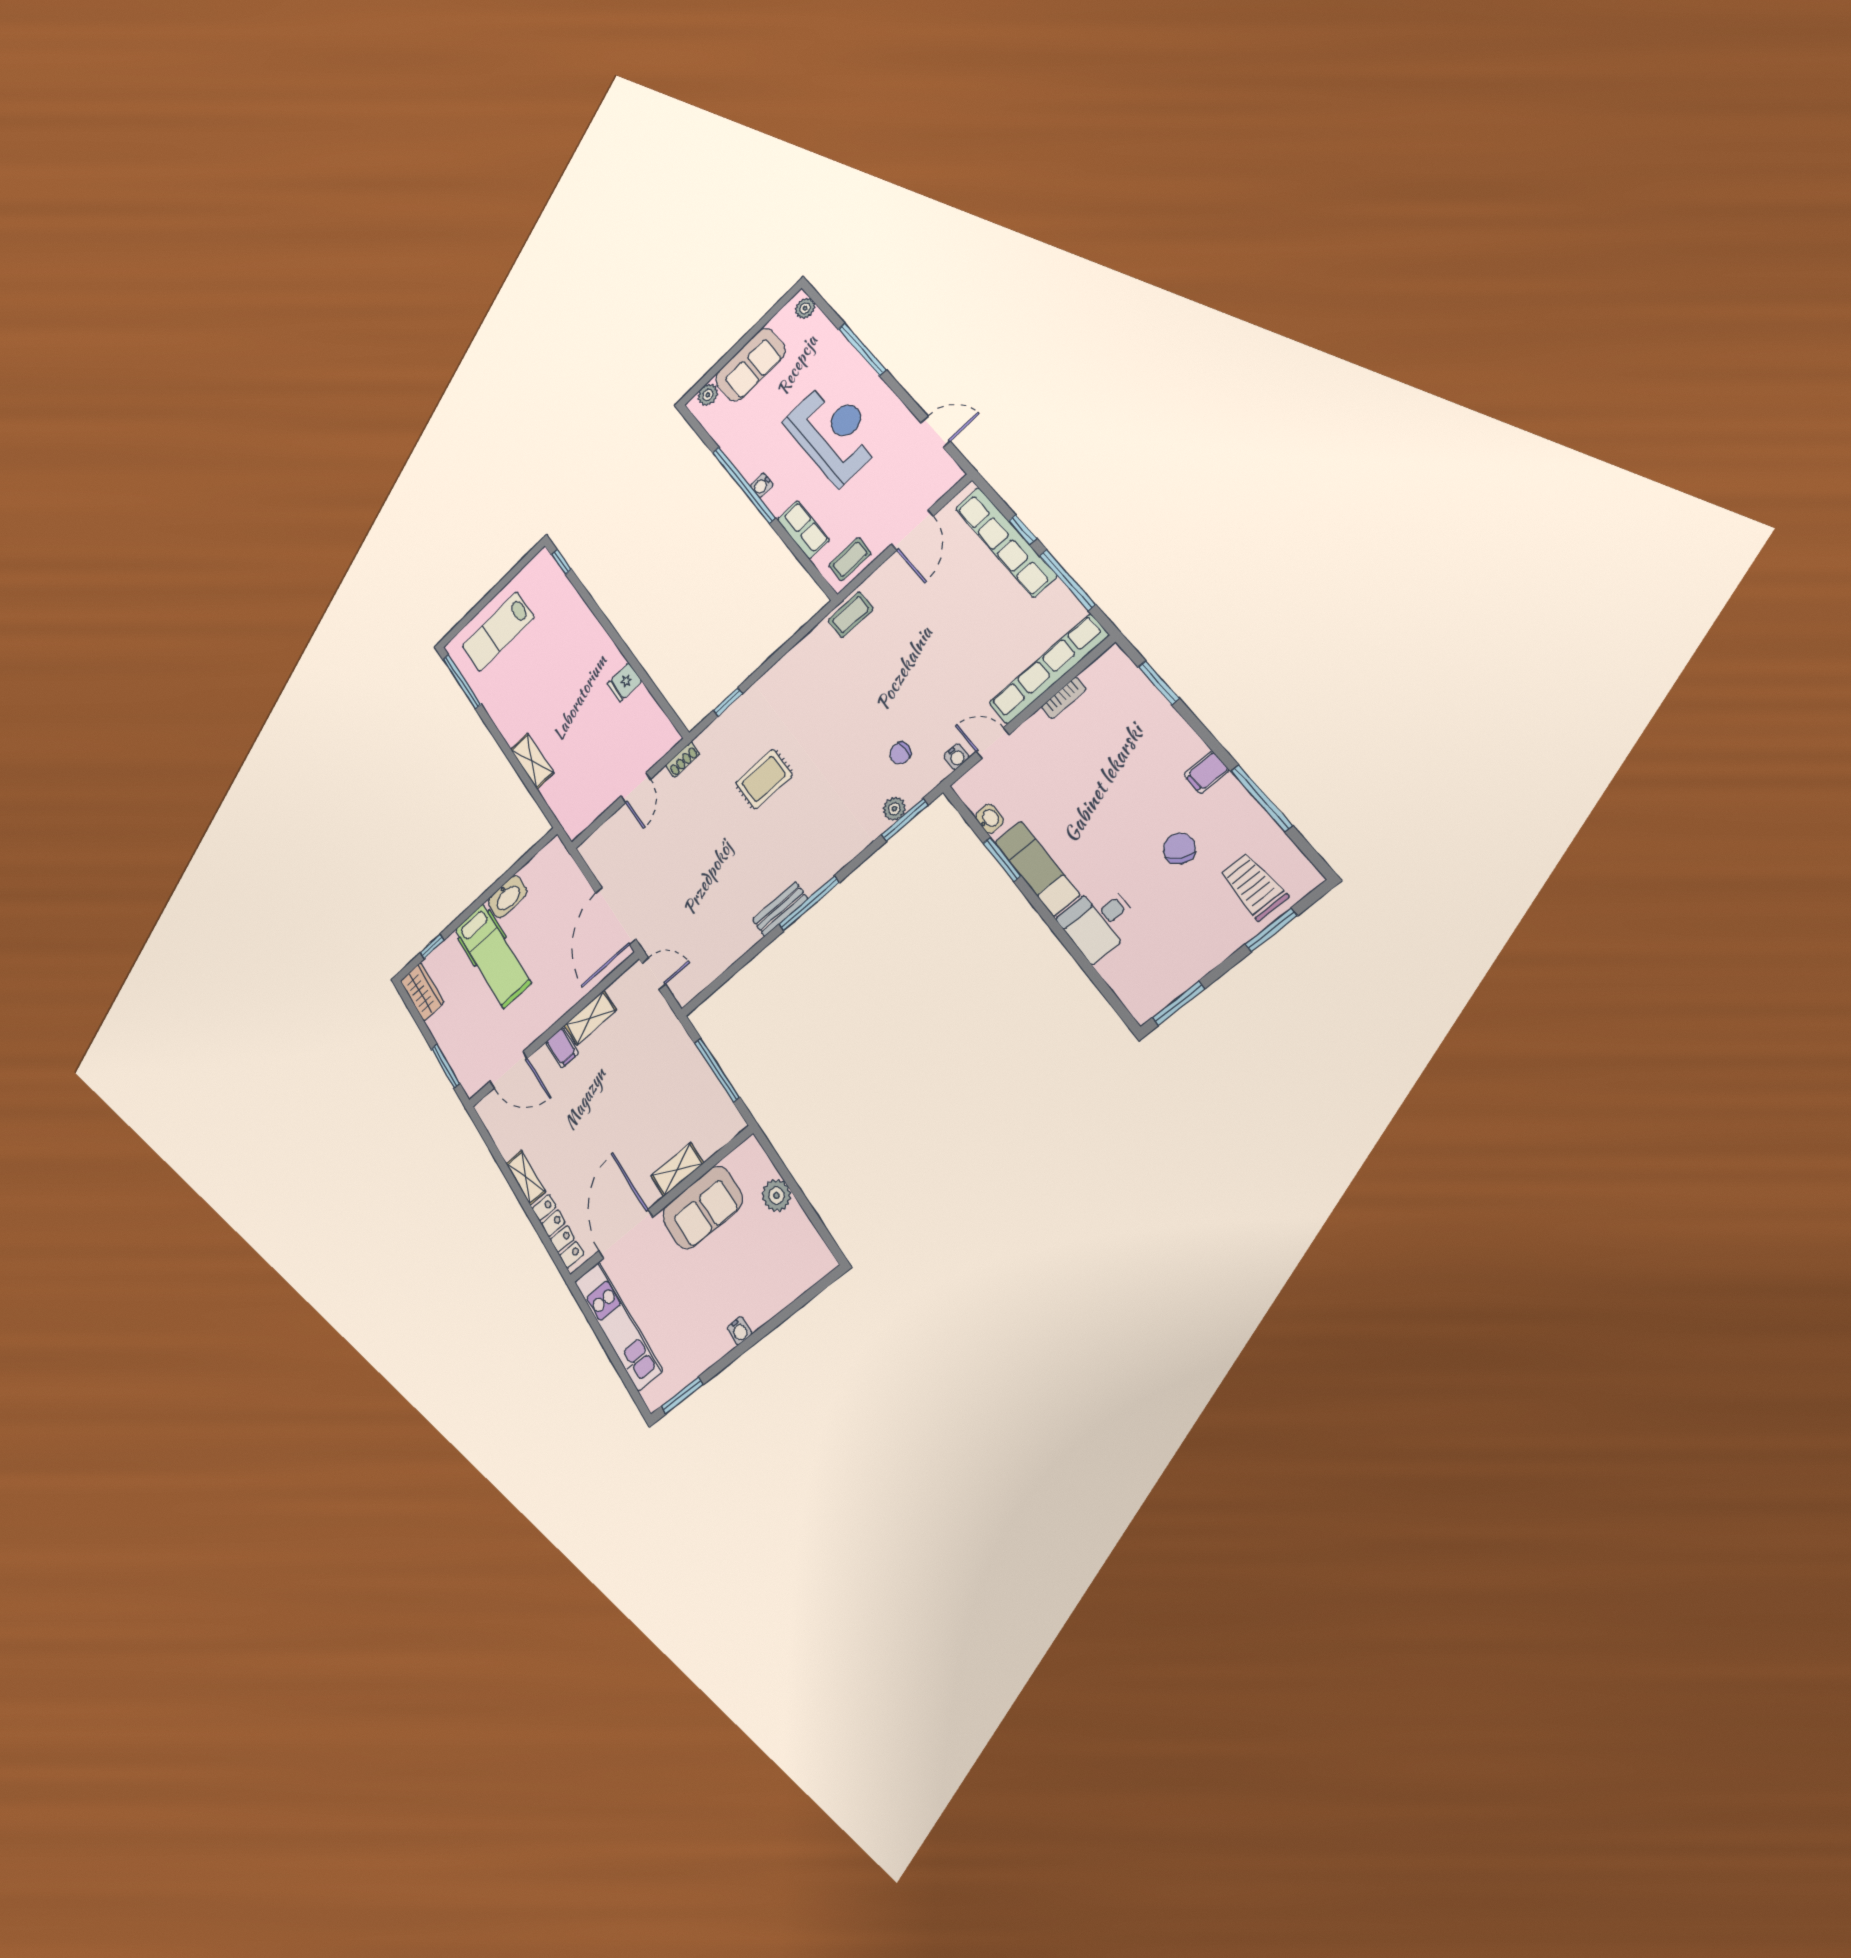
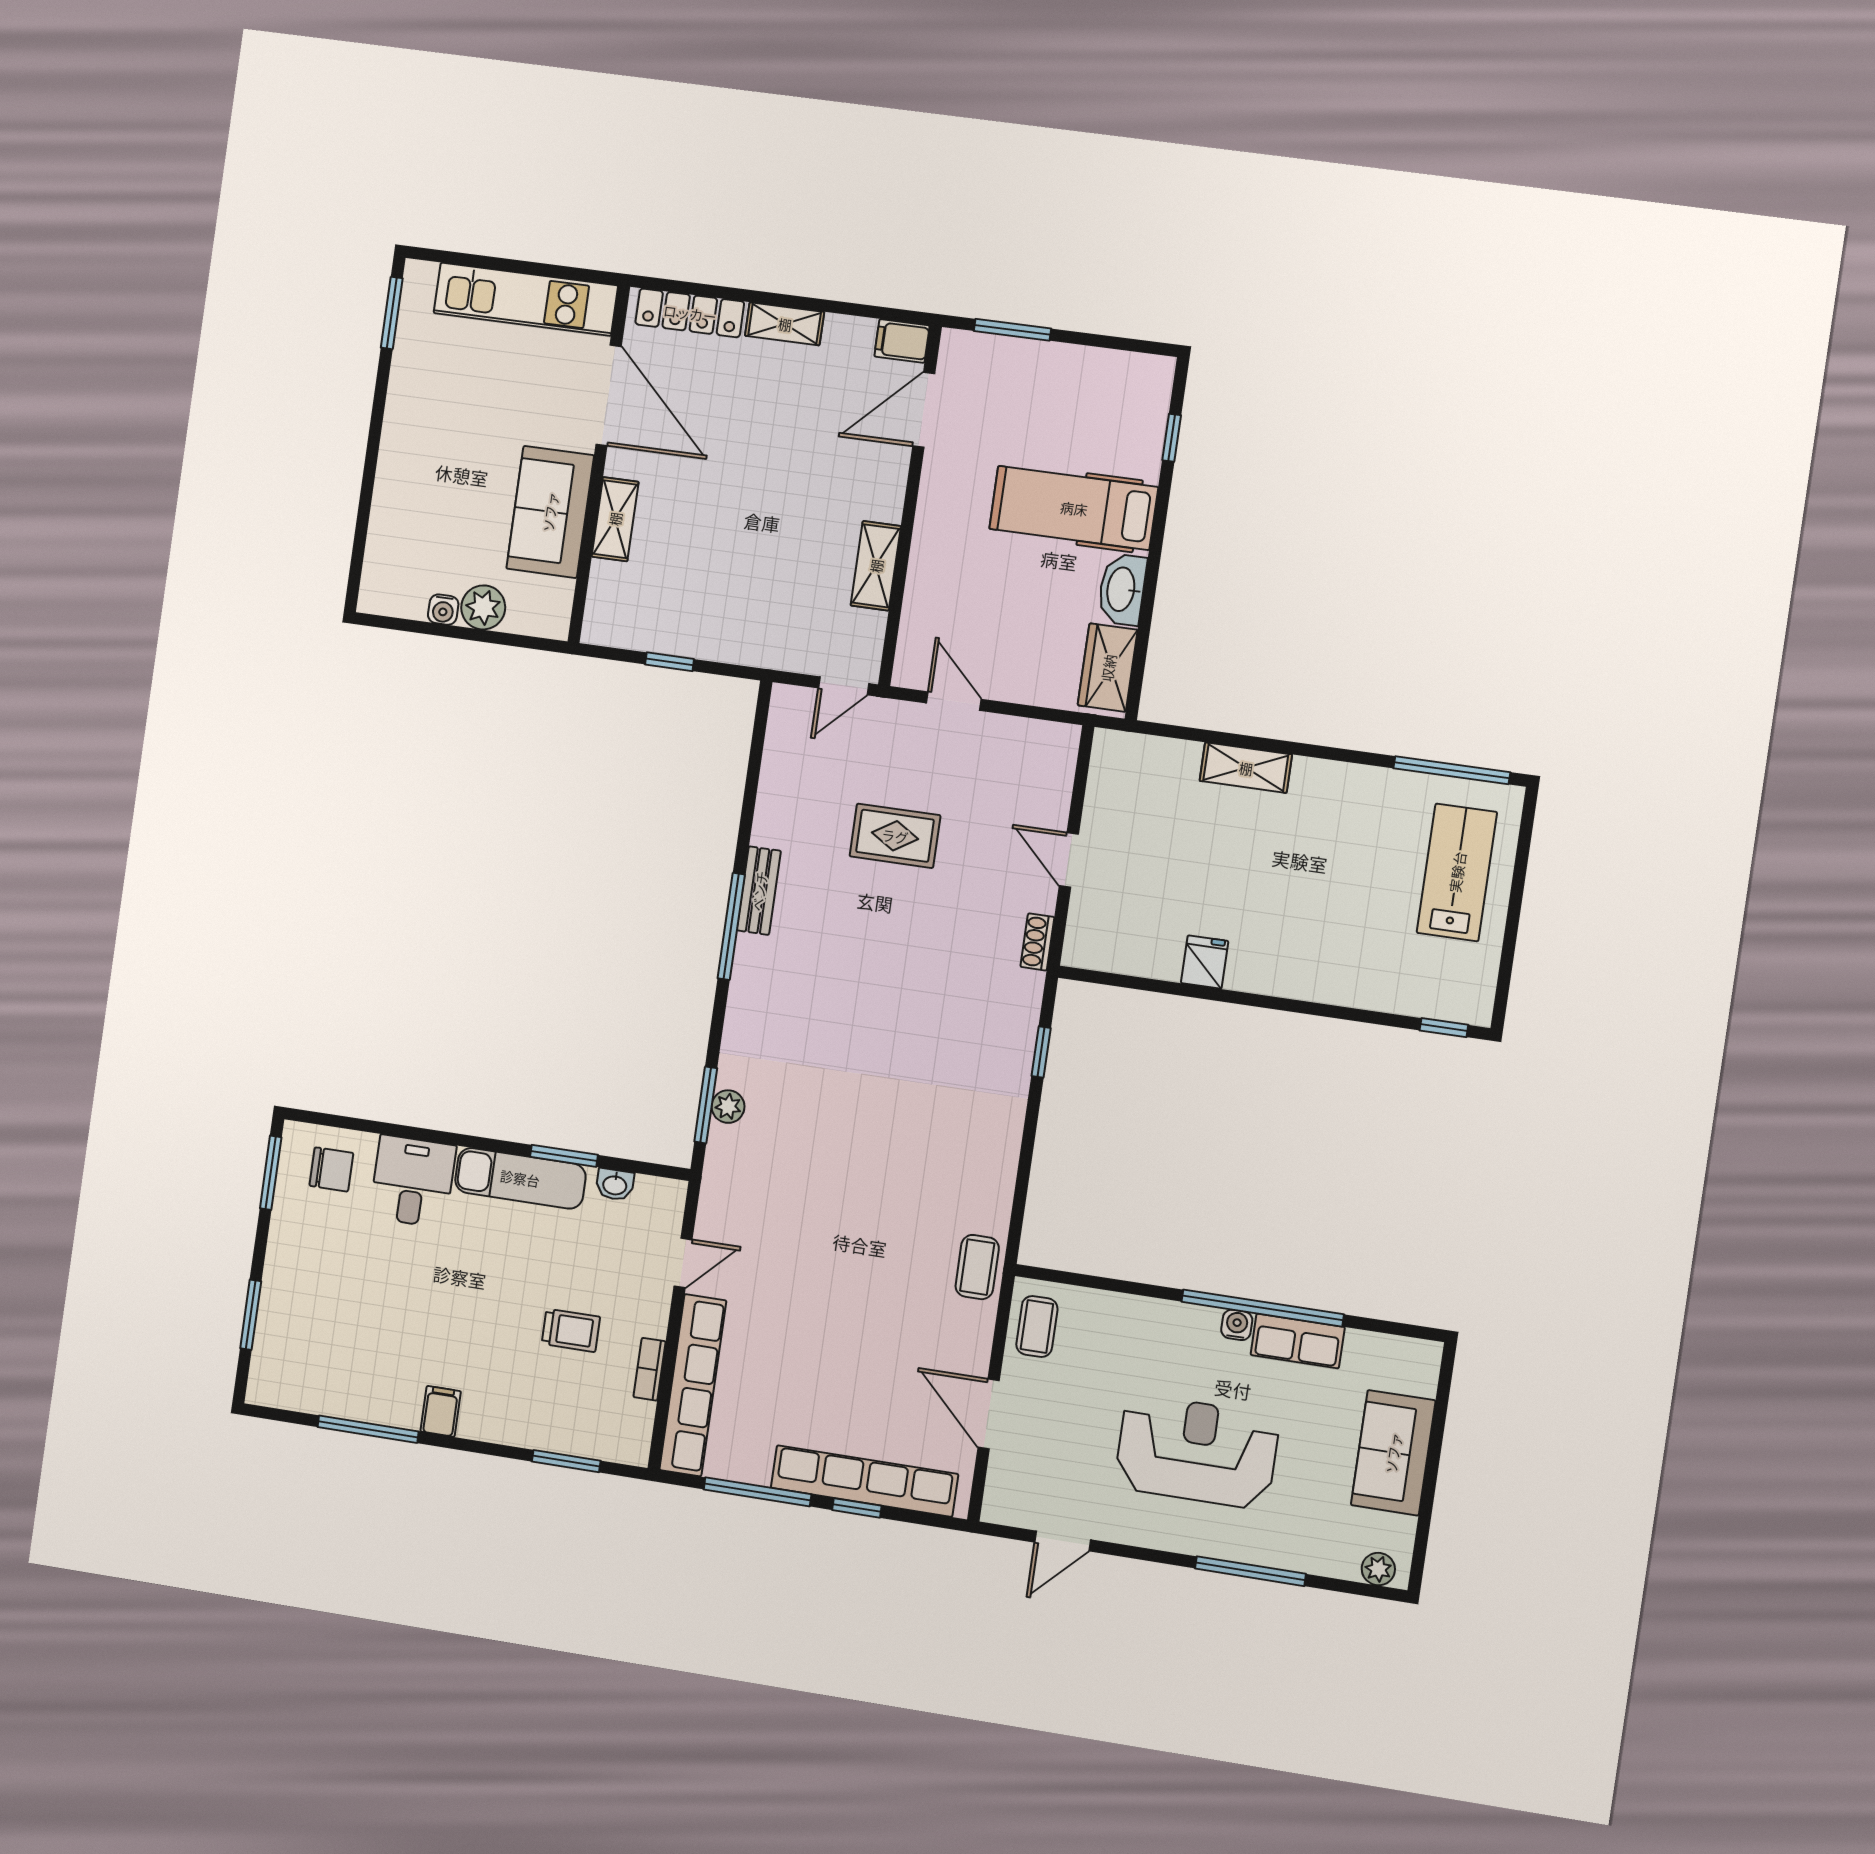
plant: (708, 395) -> (1421, 1377), removed
reception desk: (833, 432) -> (1197, 1451), turned 180
row of seats: (803, 530) -> (1298, 1341), moved
chair: (900, 753) -> (776, 1169), removed
water cooler: (957, 757) -> (709, 1217), removed
rug: (764, 779) -> (895, 836), moved, turned 90
chair: (1179, 848) -> (331, 1169), moved, turned -30
trolley: (1254, 886) -> (571, 1330), moved, width x0.73, depth x0.72
door: (616, 916) -> (954, 701), width x0.53
wardrobe: (422, 992) -> (1108, 668), moved, turned 90
filing cabinet: (562, 1048) -> (902, 341), moved
window: (717, 1070) -> (670, 662), width x0.46
water cooler: (740, 1331) -> (443, 610), moved, turned -90

